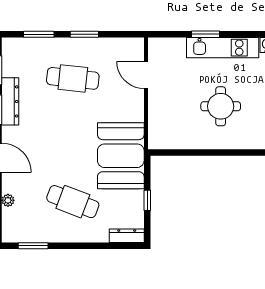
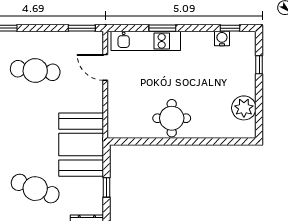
window: (84, 34) -> (82, 28), moved
kitchen unit: (223, 48) -> (146, 41), moved
round table: (221, 106) -> (172, 118), moved

